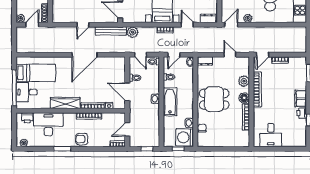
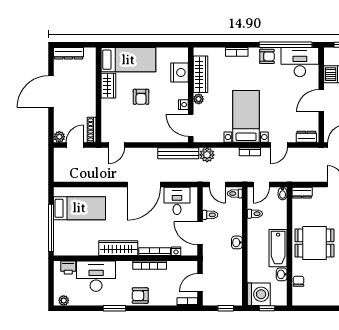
door: (83, 25) -> (116, 145), moved
door: (187, 25) -> (279, 145), swing flipped
desk: (27, 92) -> (177, 201), moved, turned 90
bathtub: (170, 102) -> (278, 248), moved, turned 180
washing machine: (185, 137) -> (259, 294), moved, turned 180

